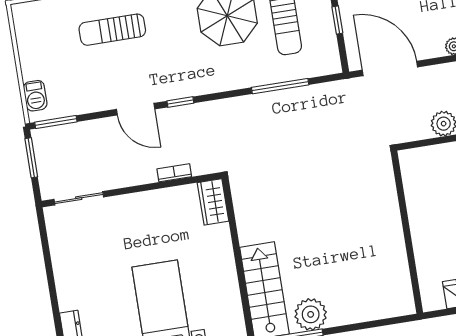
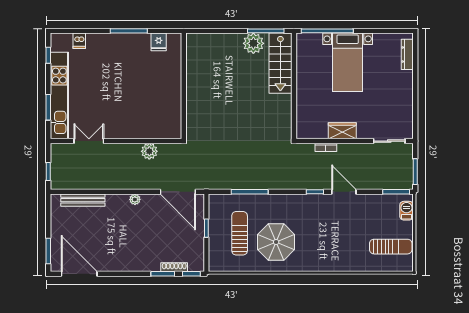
sun lounger: (112, 30) -> (391, 247), moved
wardrobe: (213, 202) -> (342, 131), moved, turned -90

